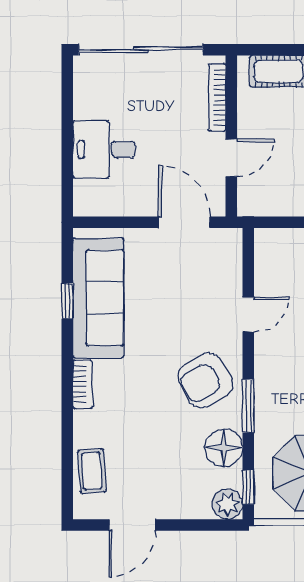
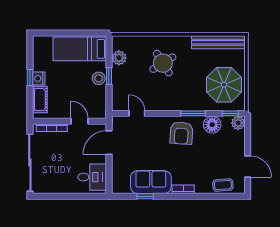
desk: (104, 149) -> (92, 177), moved, turned -90
sofa: (98, 298) -> (151, 182), width x0.73
door: (248, 315) -> (137, 113), moved
armchair: (205, 380) -> (181, 133), turned 34

